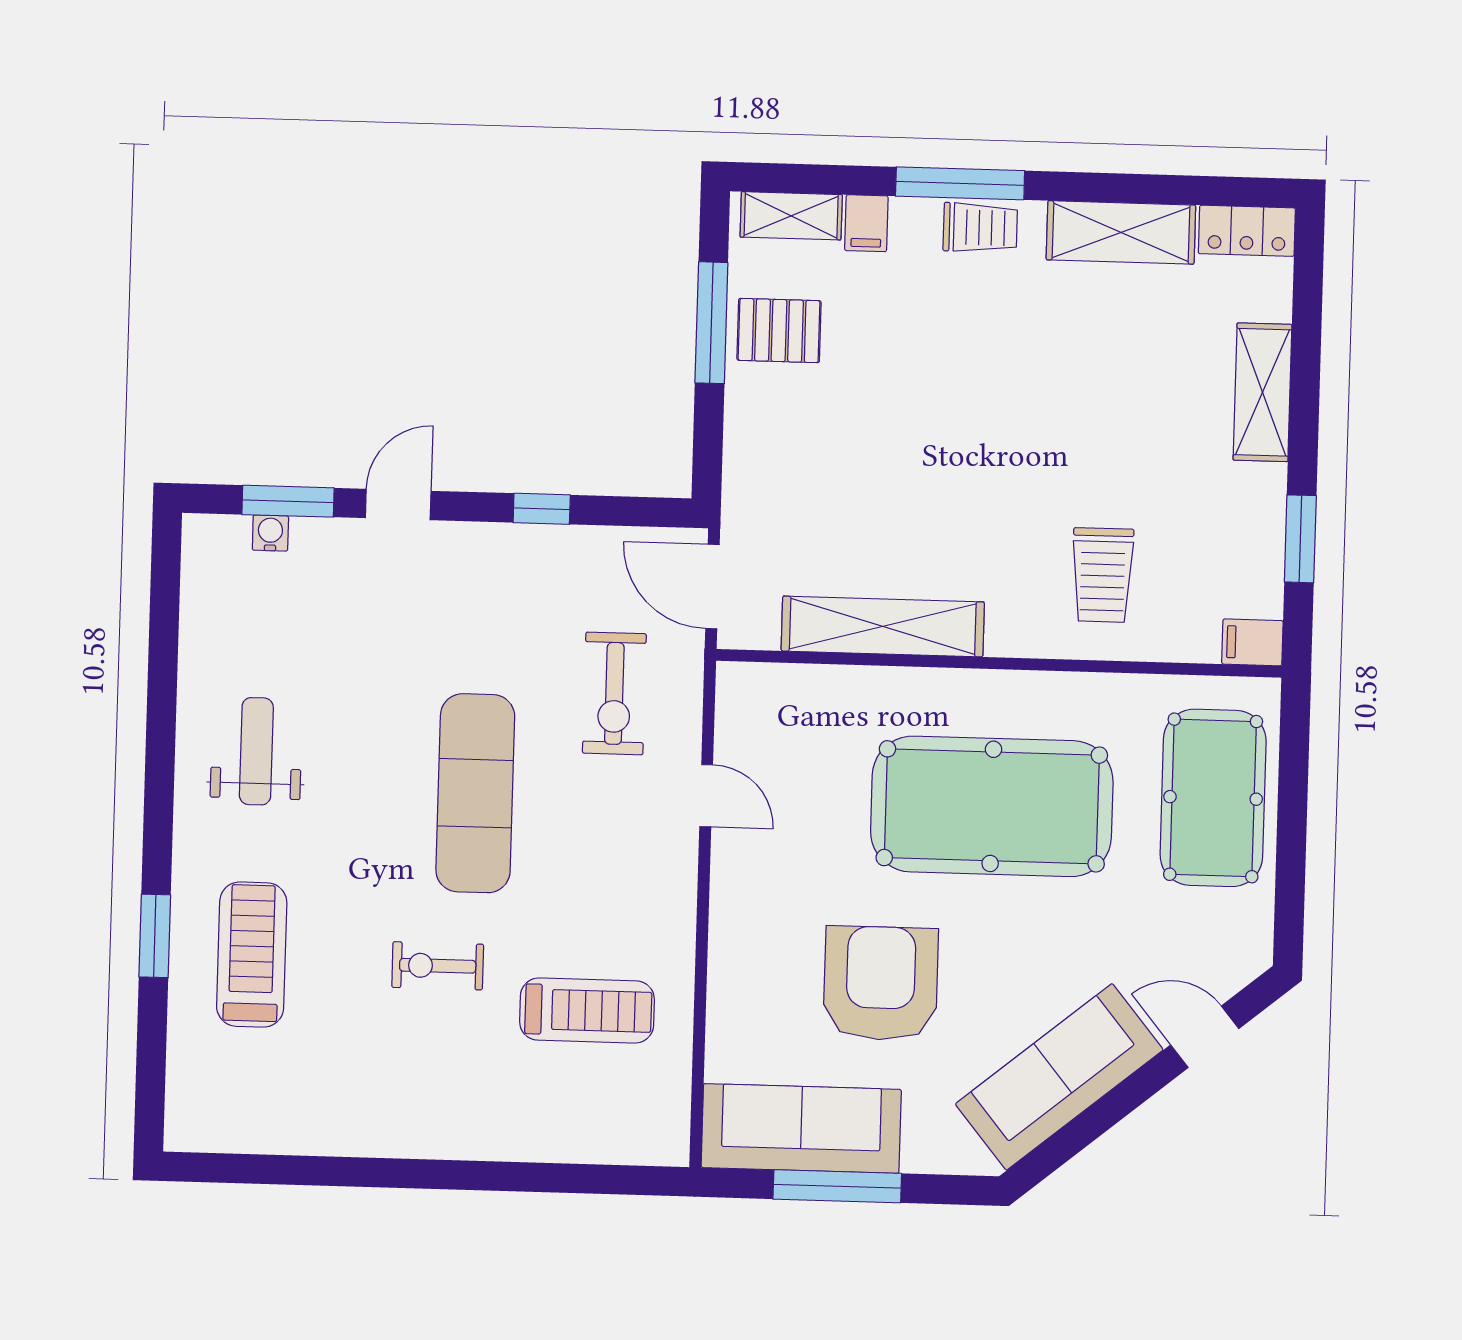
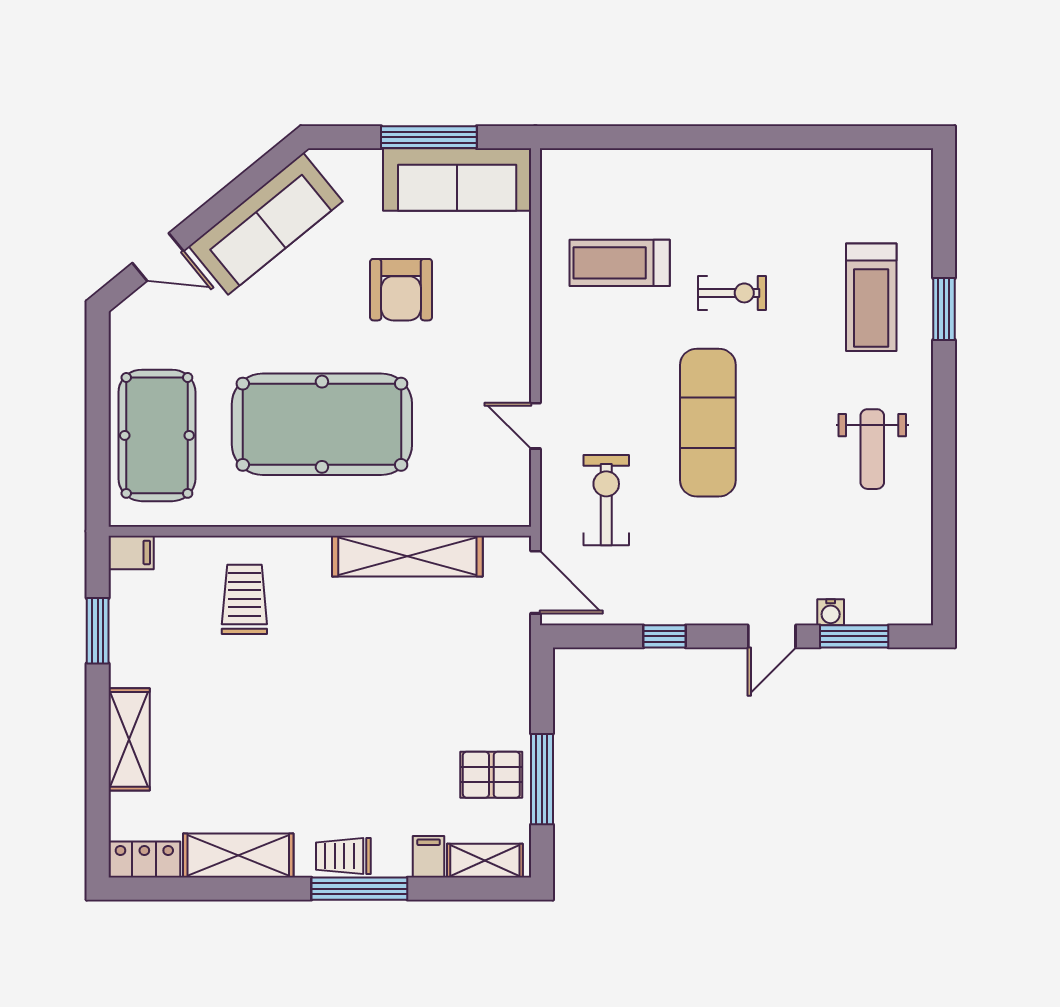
water cooler: (270, 533) -> (831, 612), moved
armchair: (881, 983) -> (401, 290), width x0.73, depth x0.73

